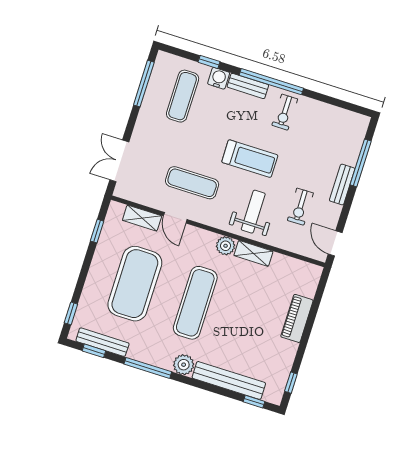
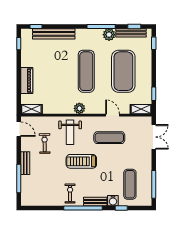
shelving: (142, 218) -> (141, 109), moved
shelving: (253, 253) -> (31, 109), moved
plant: (184, 365) -> (109, 35), moved

